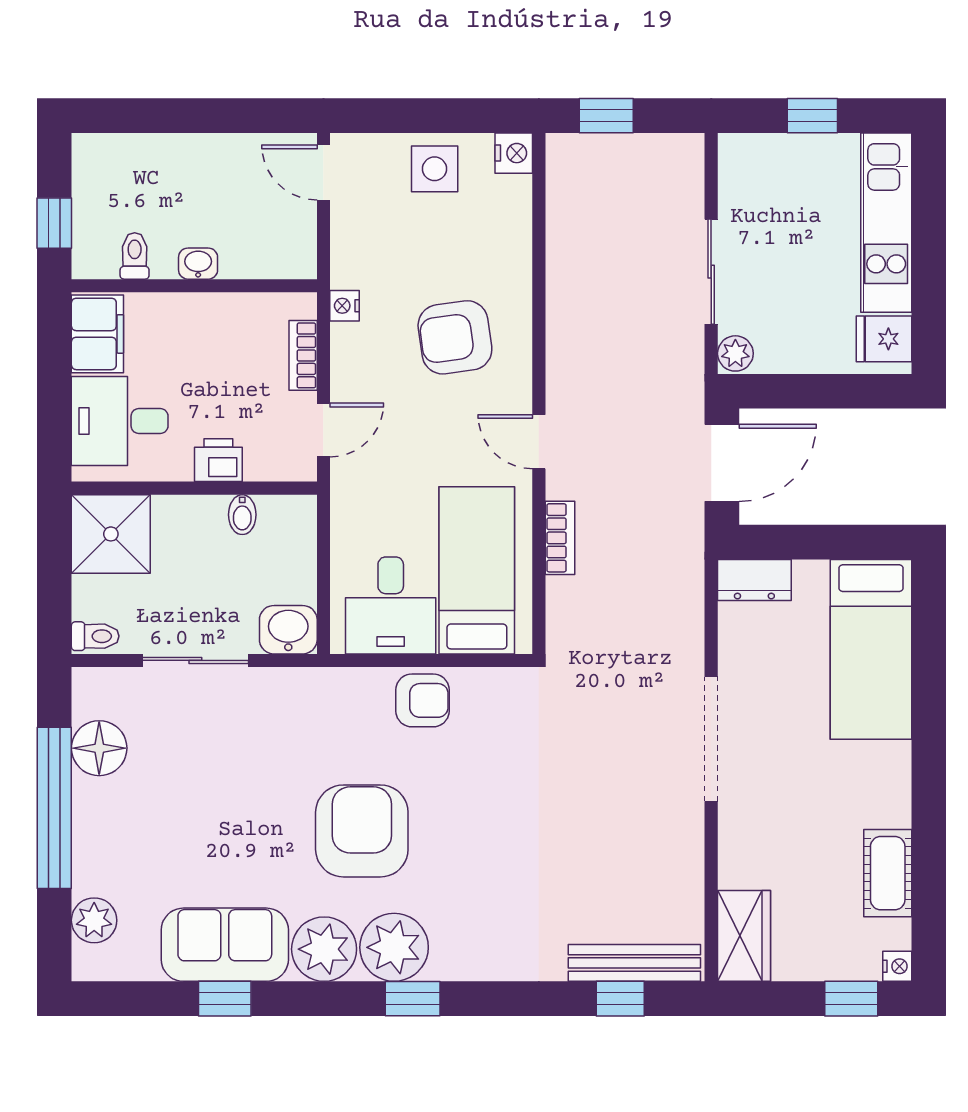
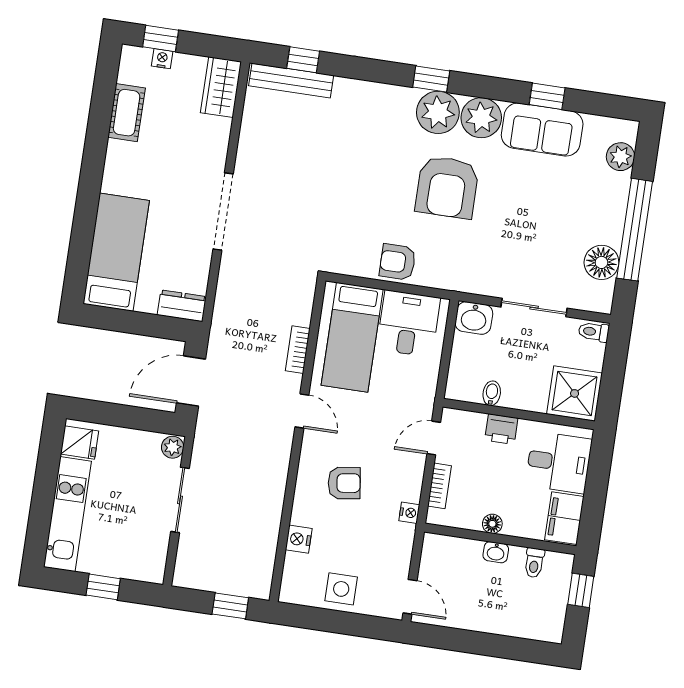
nightstand: (514, 153) -> (299, 539), moved
floor lamp: (210, 308) -> (492, 524), added
armchair: (455, 337) -> (344, 483), width x0.72, depth x0.72
nightstand: (897, 966) -> (162, 59), moved, turned 90

